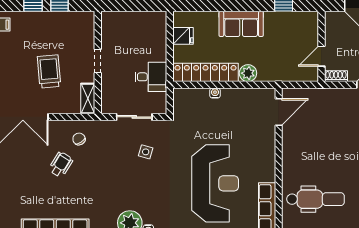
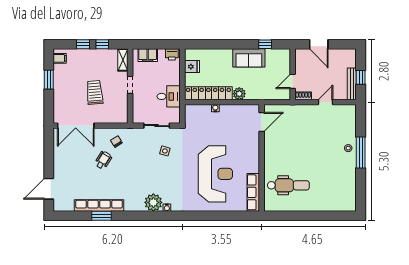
printer: (155, 19) -> (172, 54), added
filing cabinet: (122, 20) -> (148, 55), added
sofa: (241, 24) -> (249, 58), moved
shelving: (88, 98) -> (123, 60), moved

